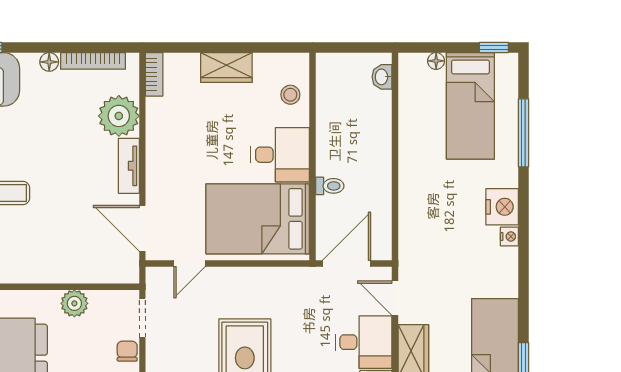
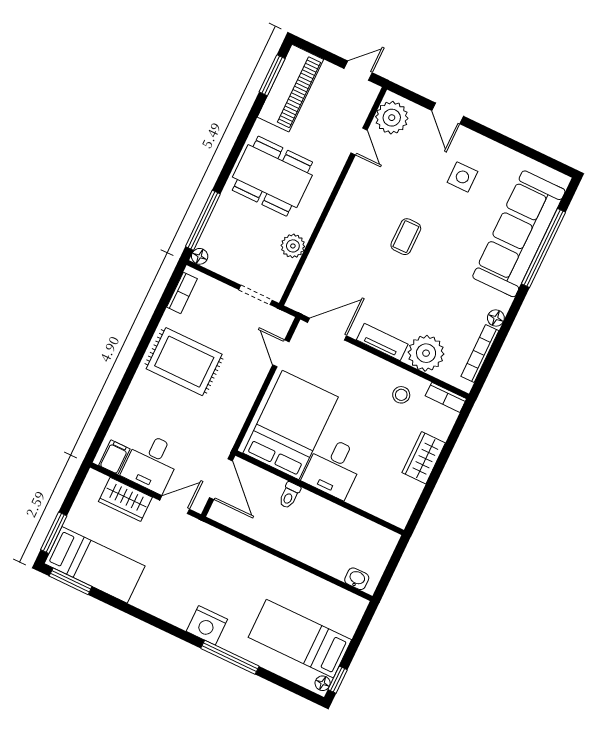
floor lamp: (436, 61) -> (323, 683), moved
stool: (290, 95) -> (401, 395), moved
window: (524, 133) -> (230, 657), moved
nightstand: (509, 236) -> (180, 620), removed
chair: (127, 351) -> (234, 270), removed

